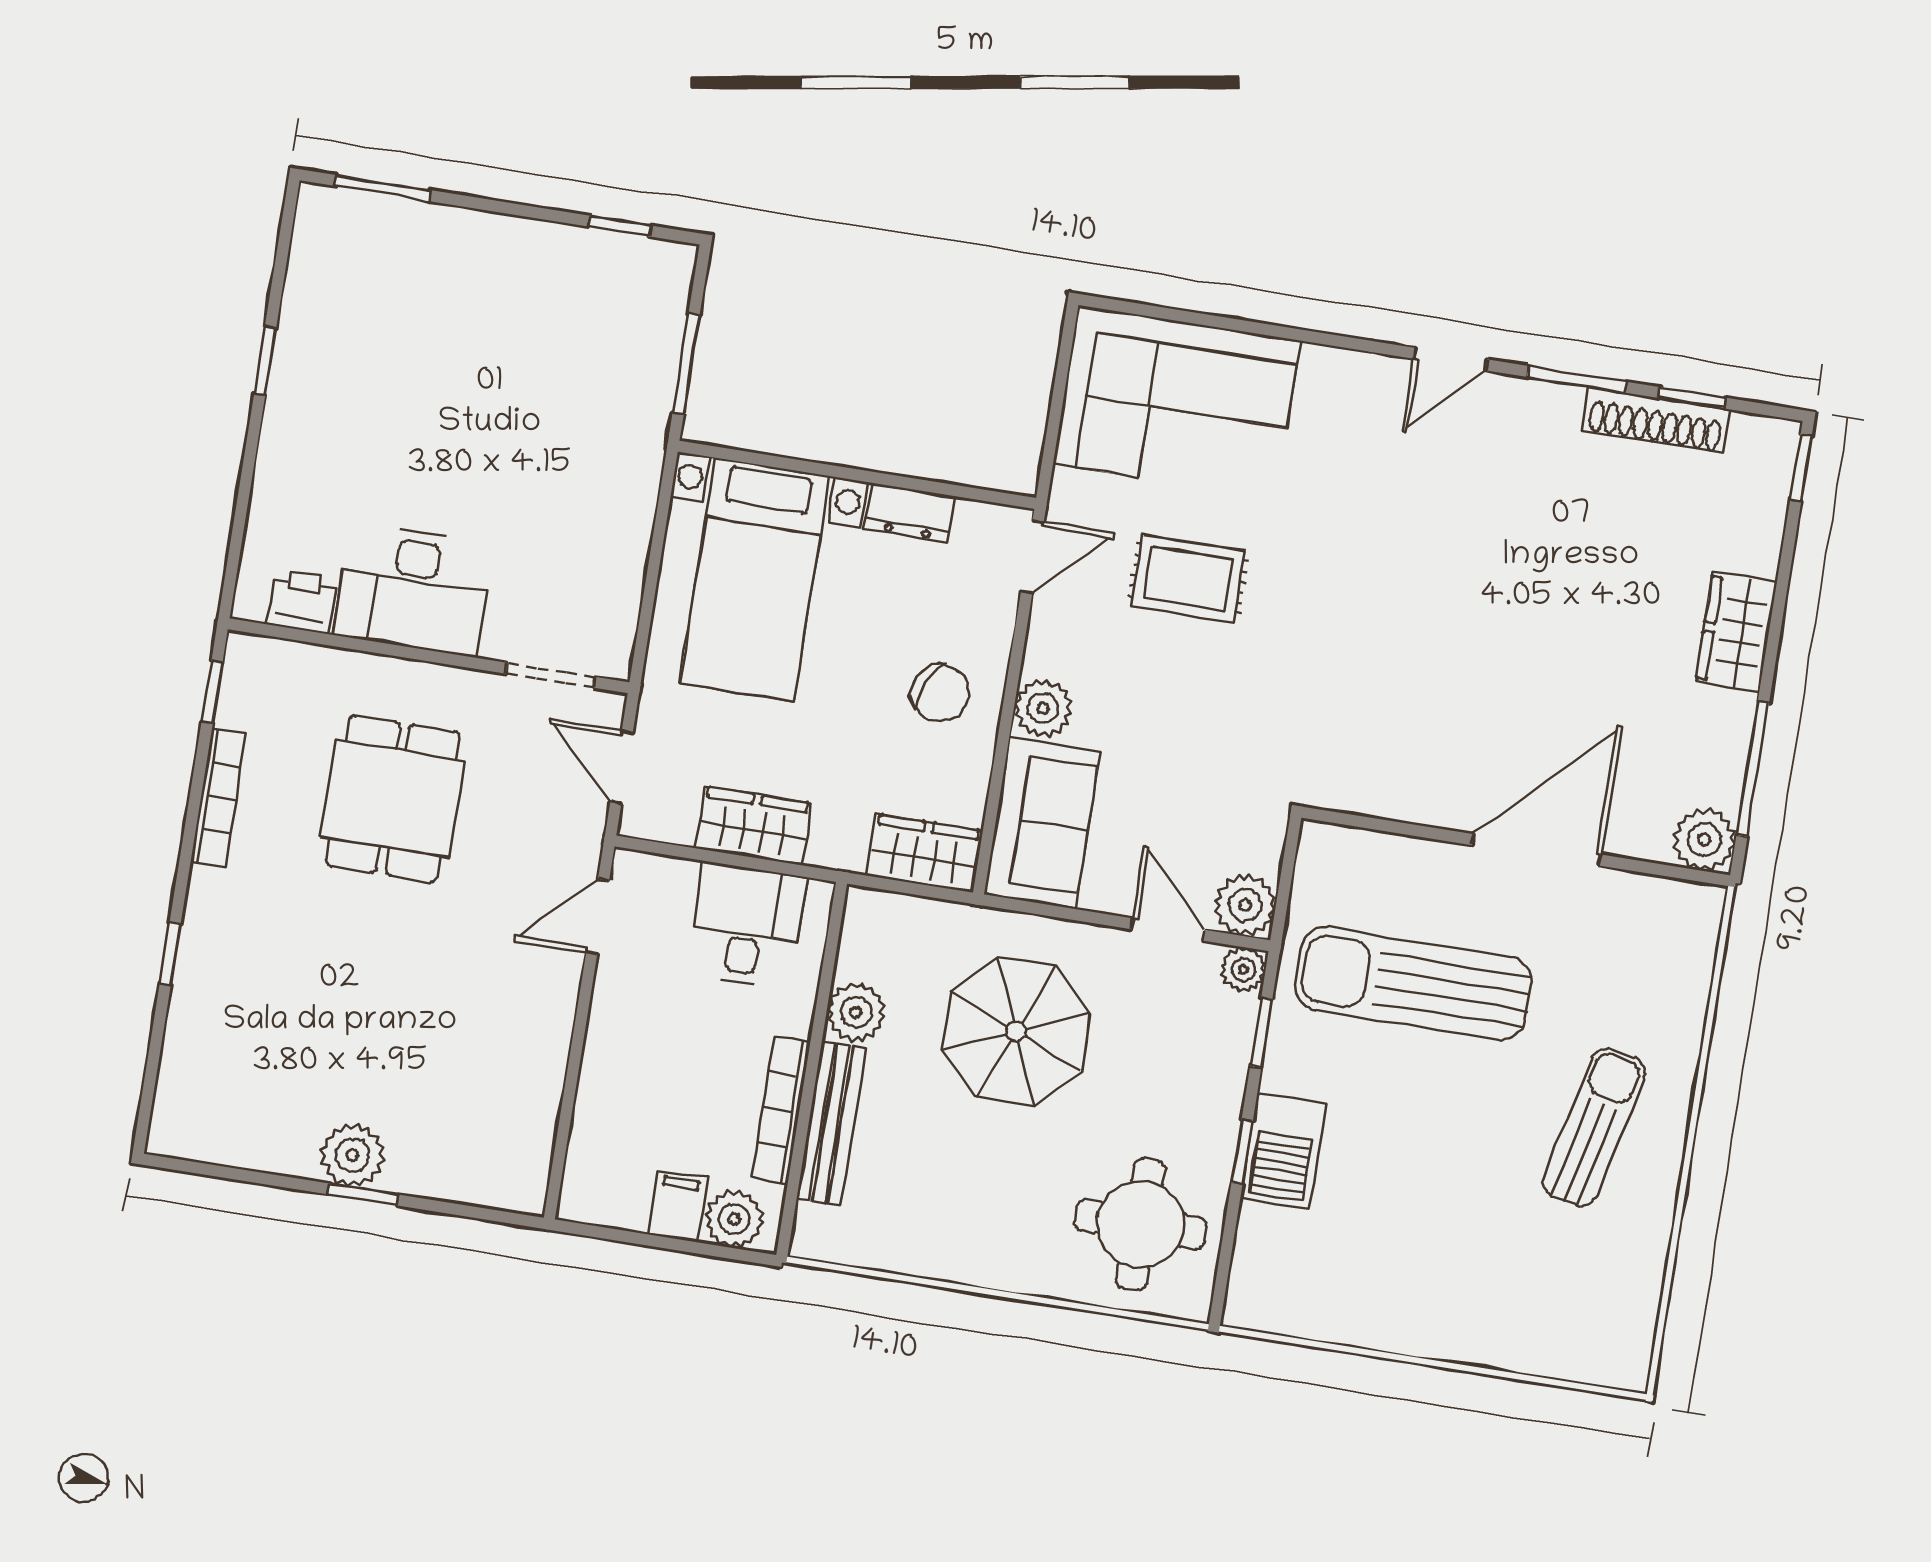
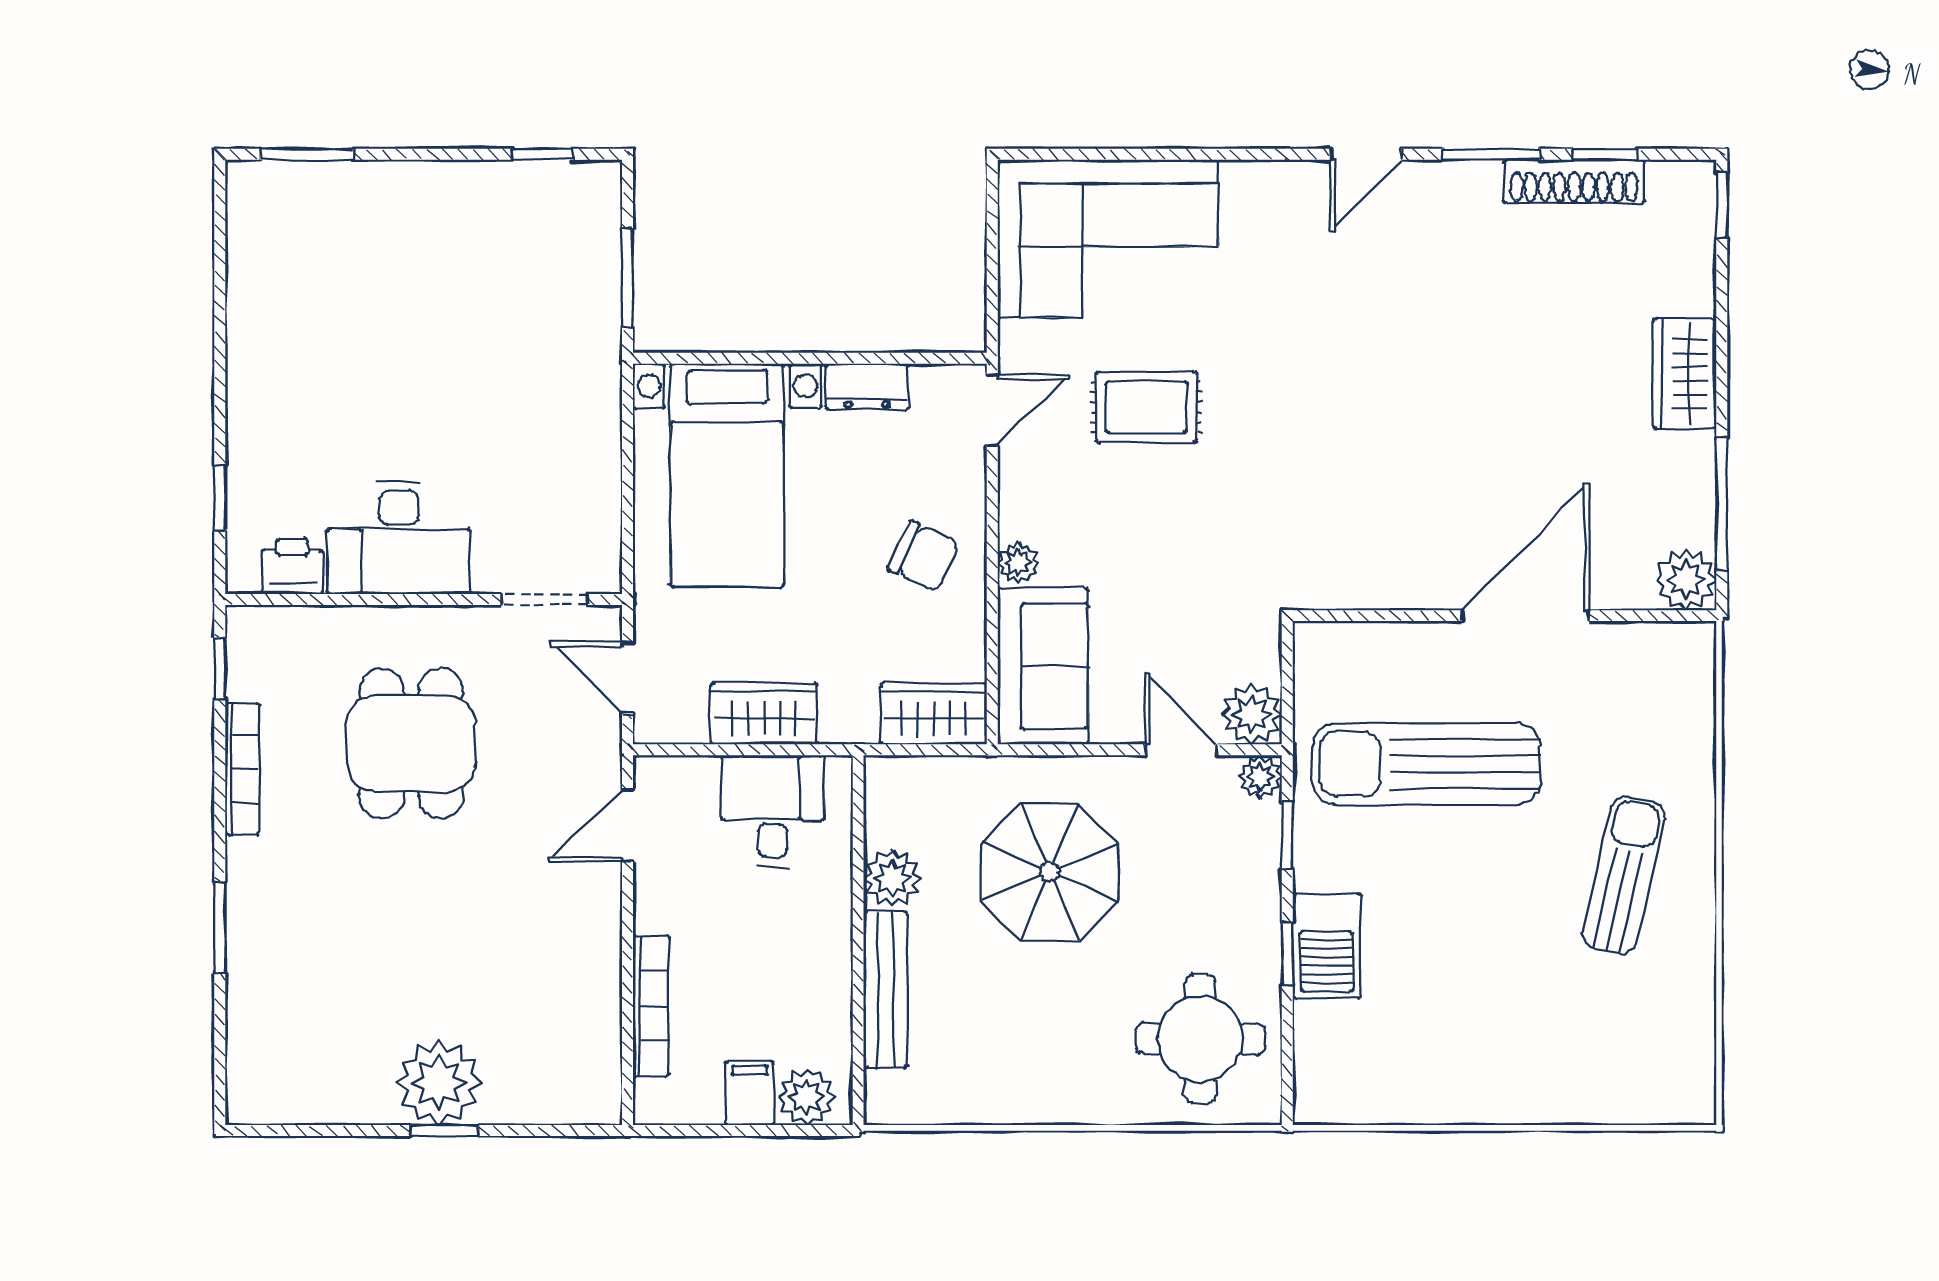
window: (265, 361) -> (220, 498), moved
plant: (1043, 708) -> (1018, 563), width x0.73, depth x0.73
window: (170, 954) -> (220, 928), width x1.50
bookcase: (781, 1110) -> (651, 1006), moved, turned 180
plant: (353, 1155) -> (439, 1083), width x1.36, depth x1.36

